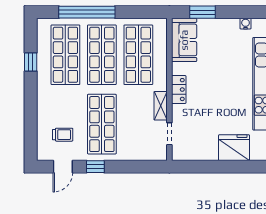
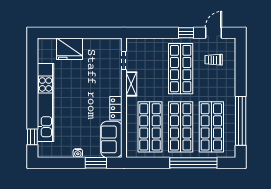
water cooler: (246, 24) -> (78, 153), moved
window: (31, 62) -> (241, 121), width x3.17
locker: (179, 90) -> (116, 108), moved

